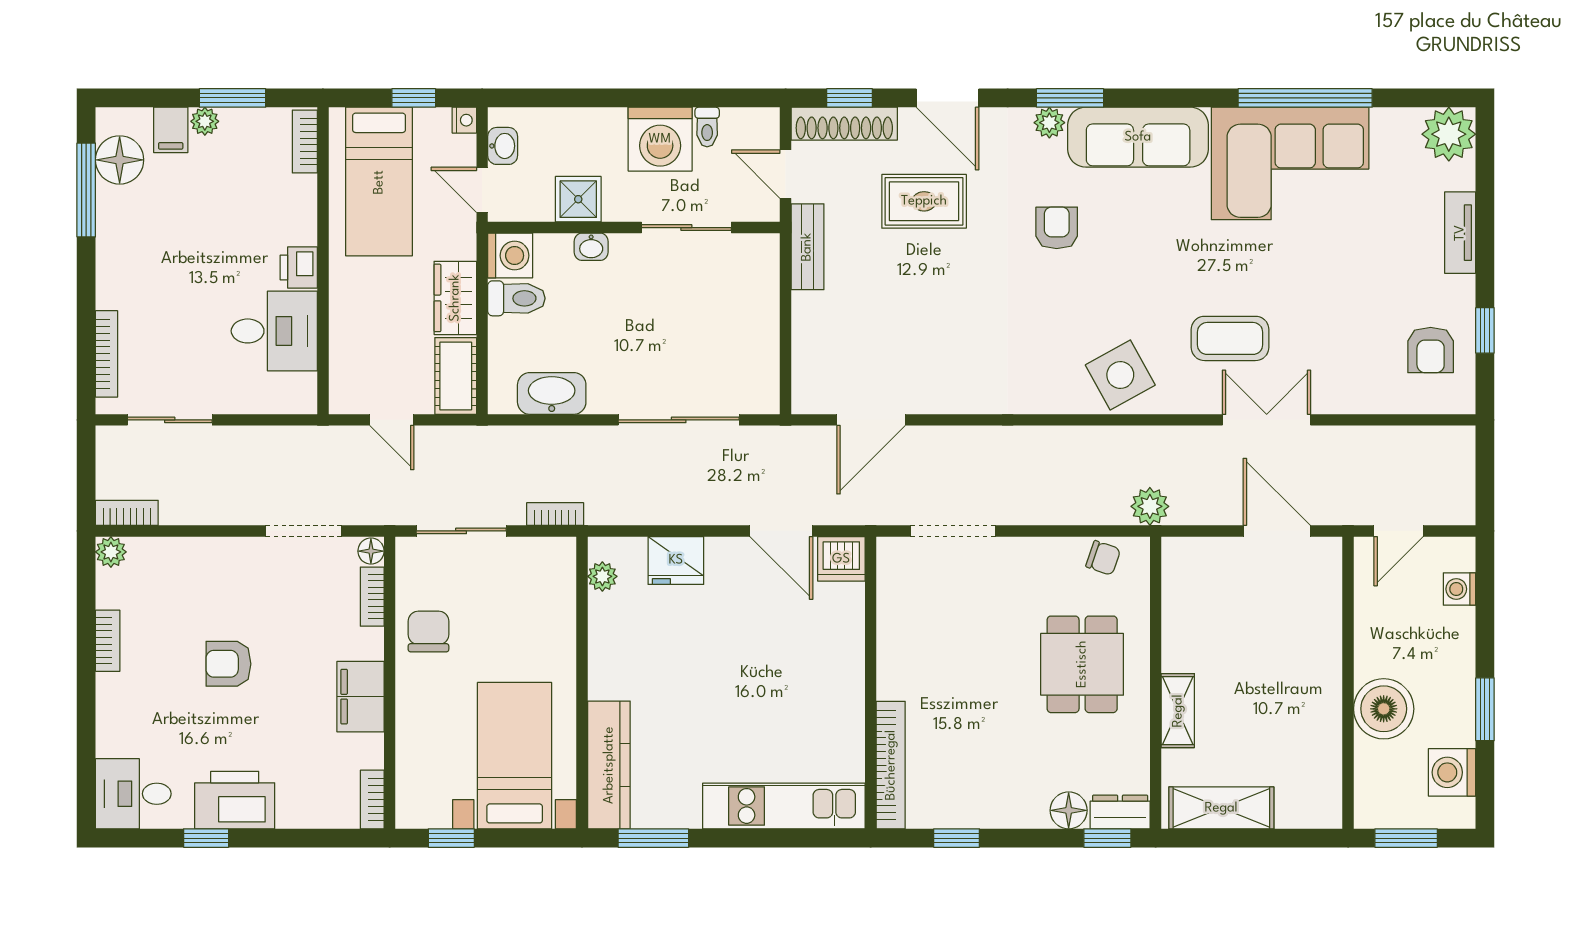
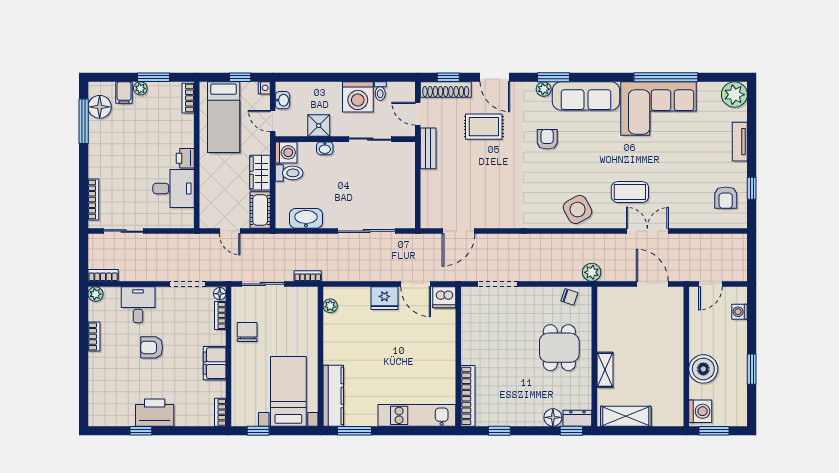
fridge: (676, 560) -> (384, 298), moved
washing machine: (1452, 772) -> (700, 411), moved, turned 180
desk: (133, 794) -> (138, 305), moved, turned 90

